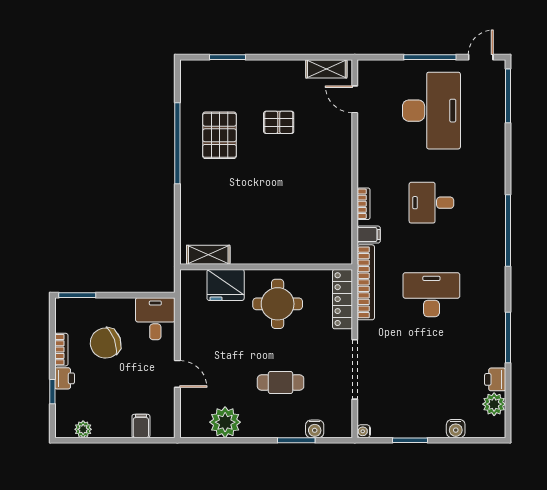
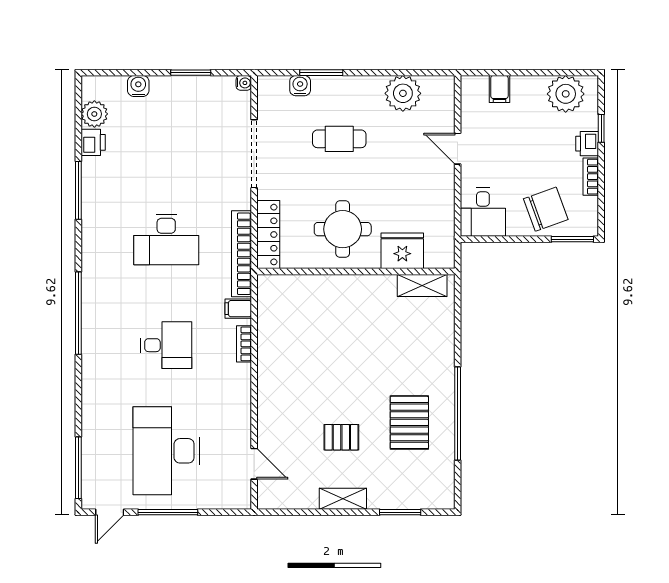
shelving: (326, 69) -> (343, 499), moved
chair: (106, 343) -> (546, 209), moved
plant: (83, 429) -> (566, 94), width x1.88, depth x1.88

